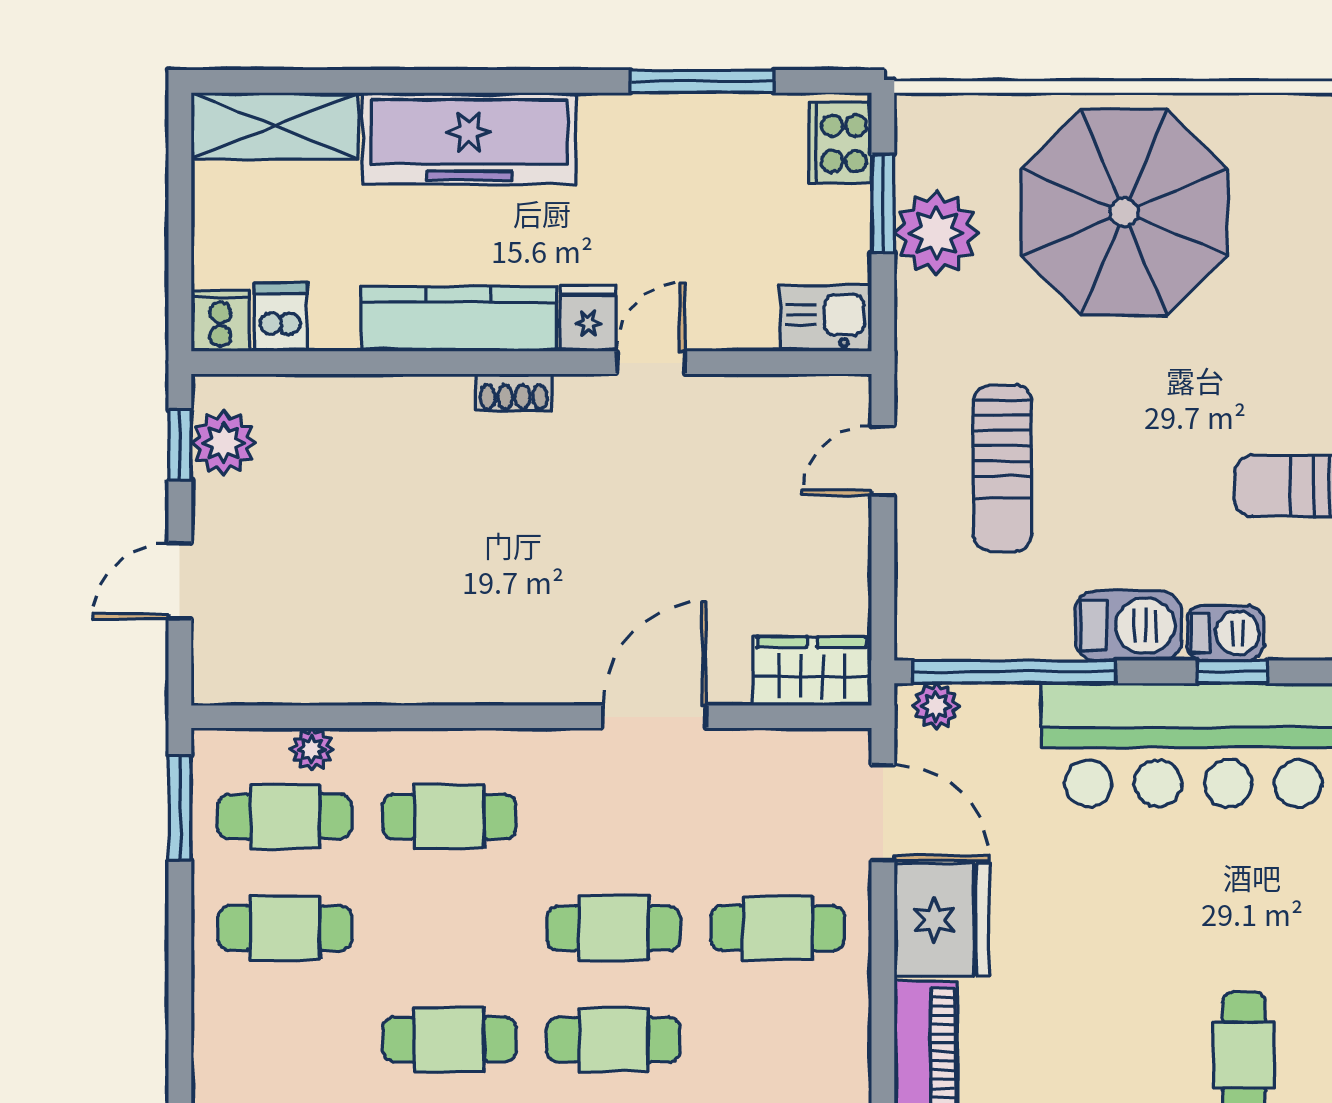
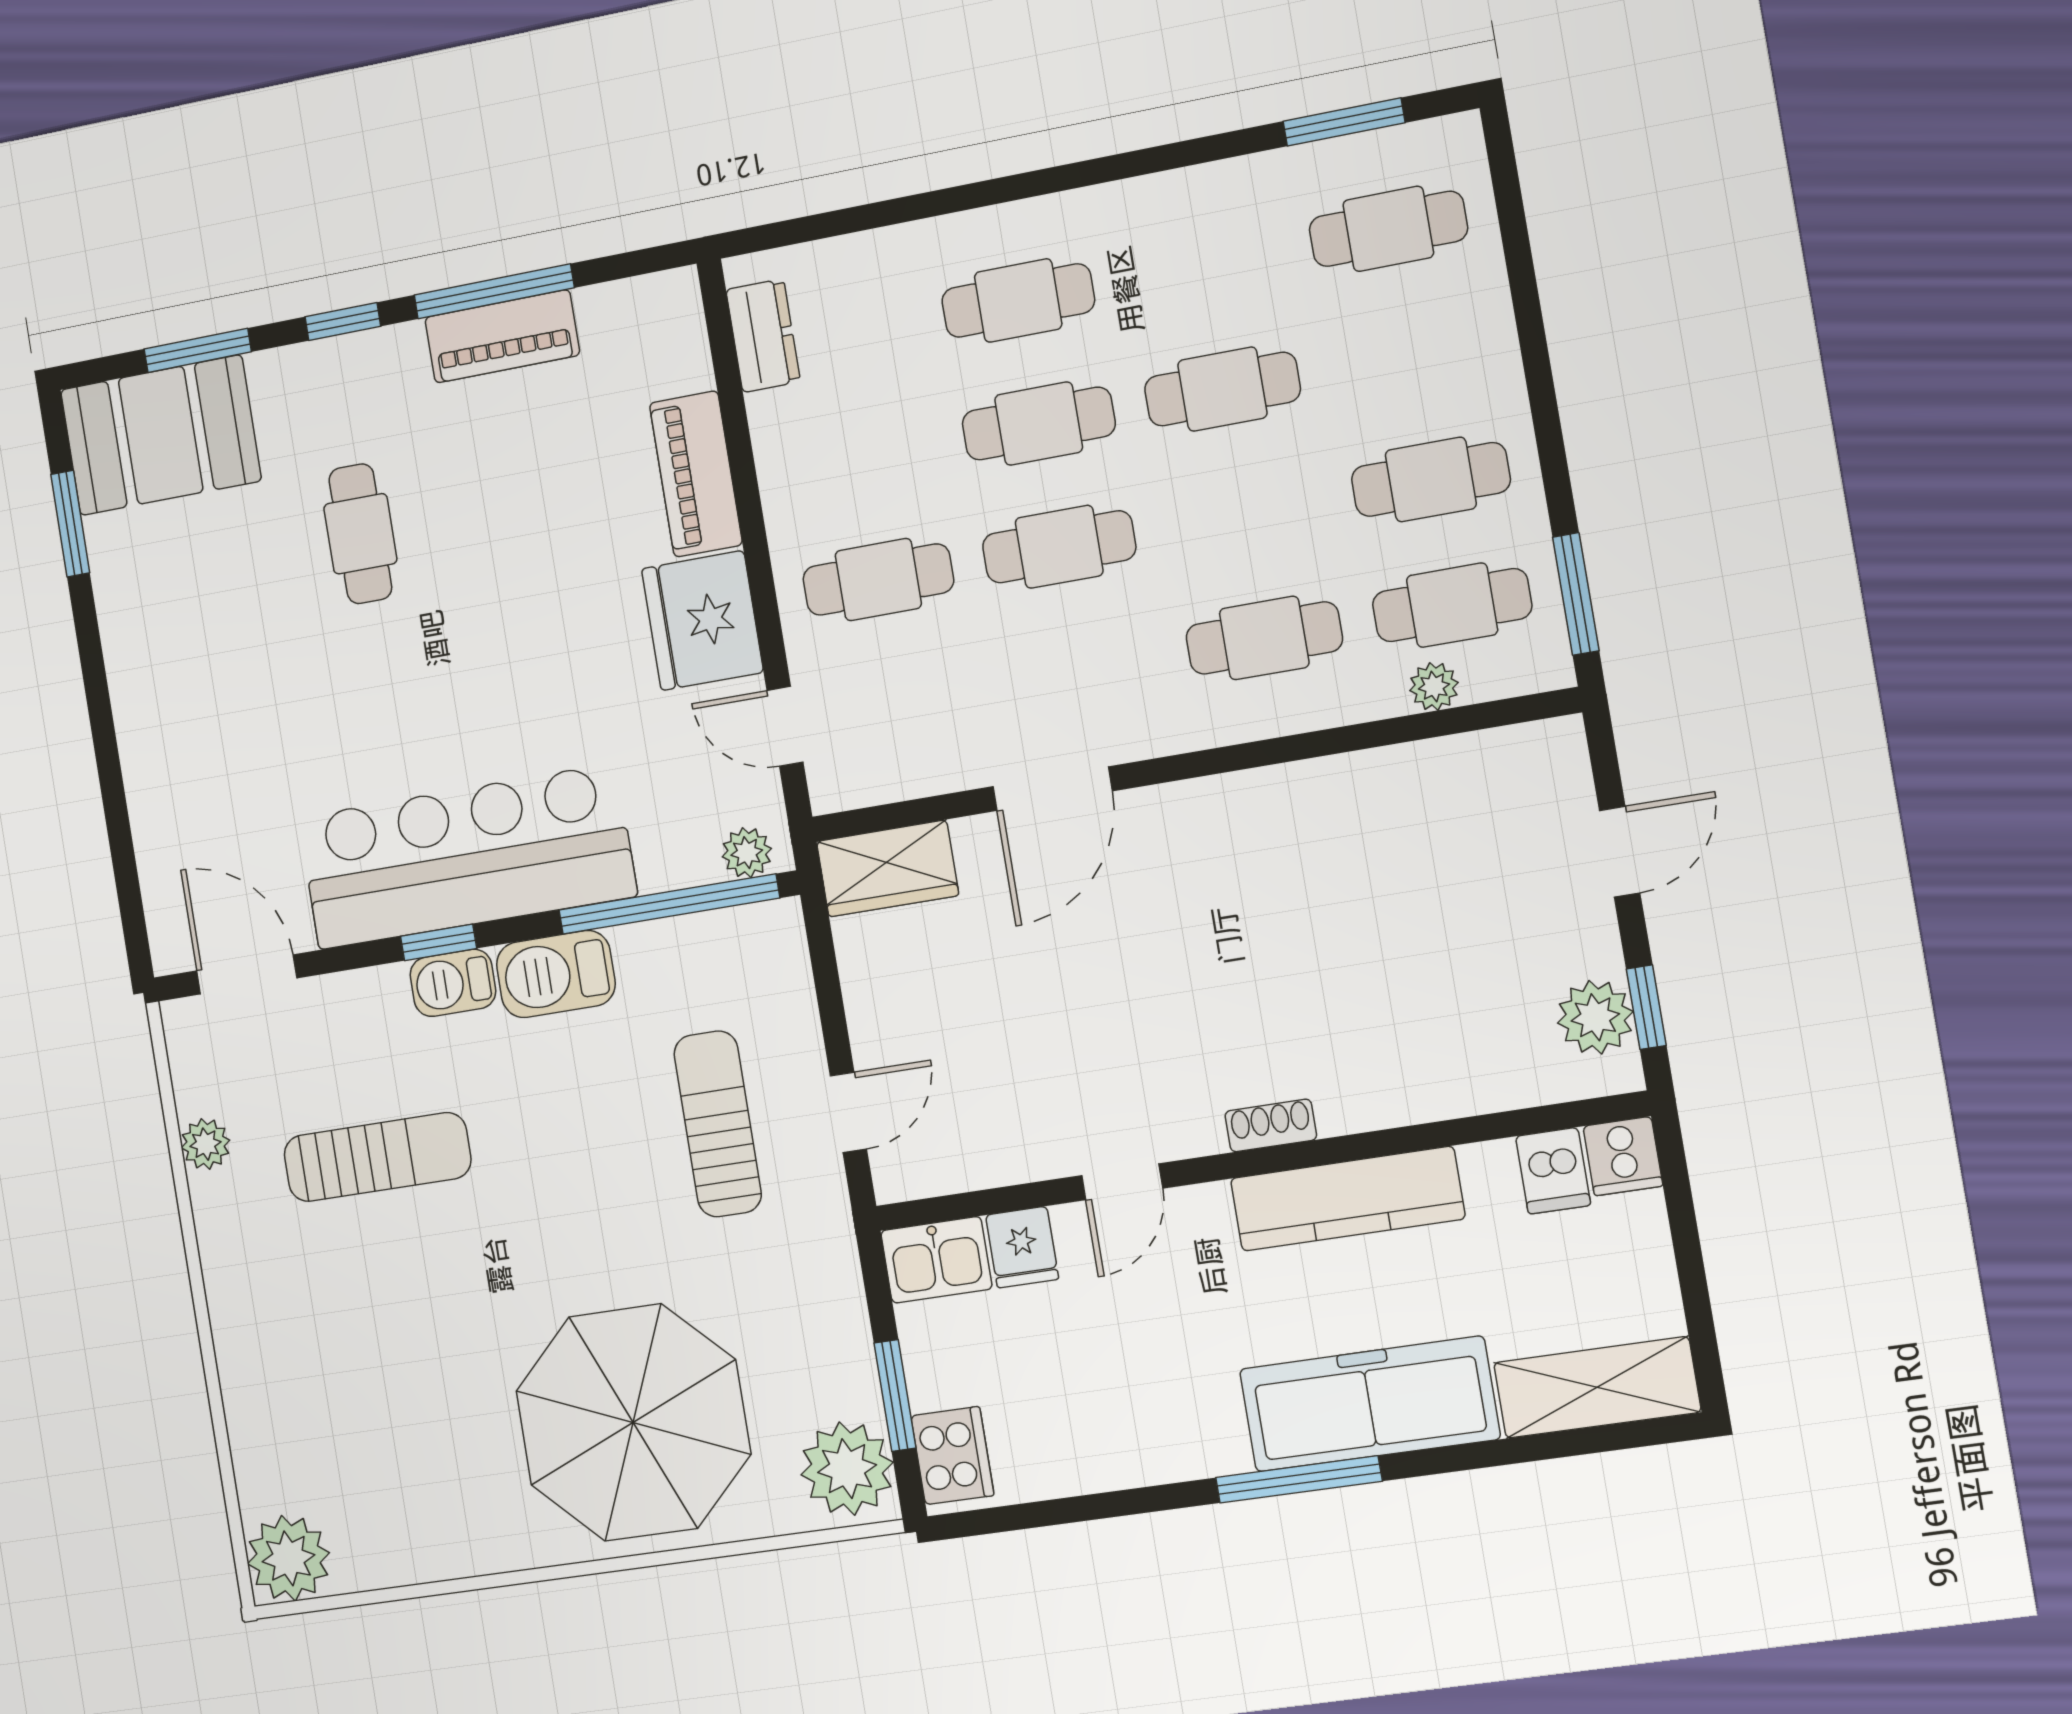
window: (702, 81) -> (1299, 1479), moved
plant: (936, 233) -> (847, 1469), moved
fridge: (588, 318) -> (1022, 1247), moved
door: (883, 813) -> (785, 726), width x0.73

